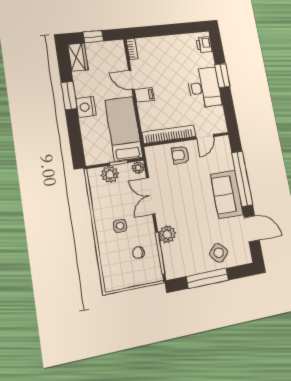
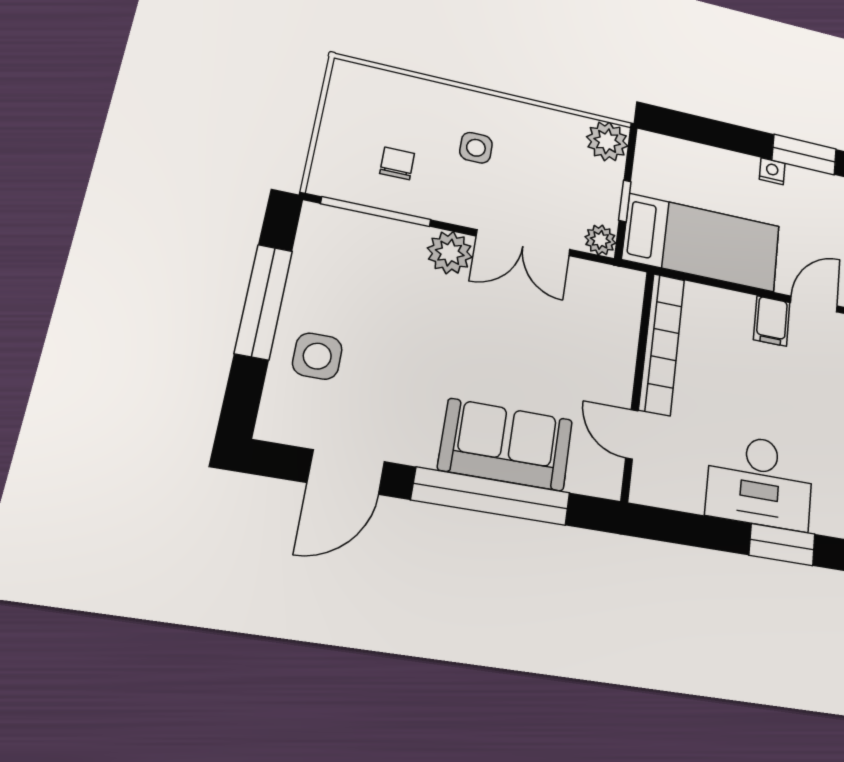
nightstand: (86, 107) -> (772, 171), width x0.53, depth x0.56
armchair: (180, 155) -> (603, 353), removed
plant: (110, 174) -> (607, 141), moved
sofa: (227, 194) -> (506, 445), moved
double door: (151, 196) -> (523, 243), swing flipped
plant: (167, 234) -> (450, 253), moved
side table: (219, 253) -> (317, 356), turned 45

